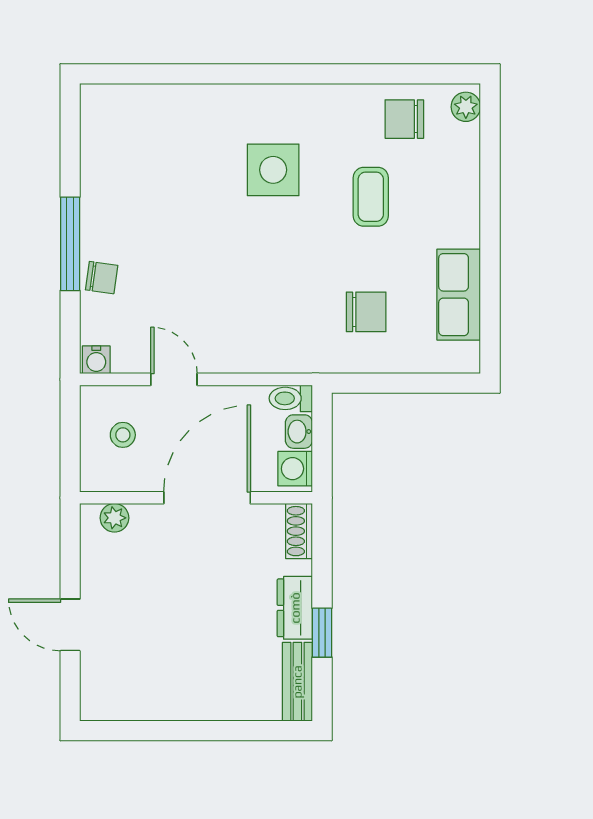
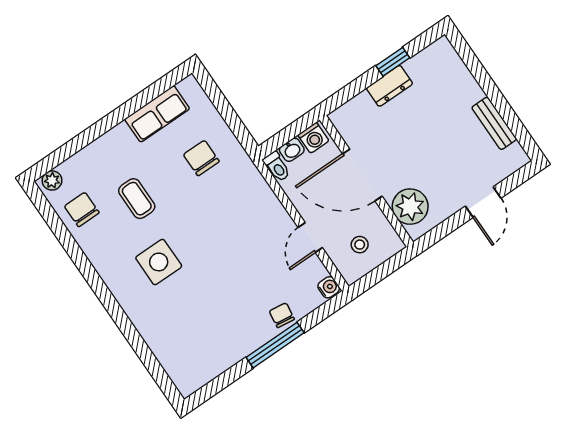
chair: (404, 119) -> (82, 209), turned 180
coffee table: (371, 197) -> (137, 199), turned 90
plant: (114, 518) -> (410, 207), width x1.88, depth x1.88
shoe rack: (299, 531) -> (346, 112), removed
bench: (297, 682) -> (494, 123), moved, turned 90

